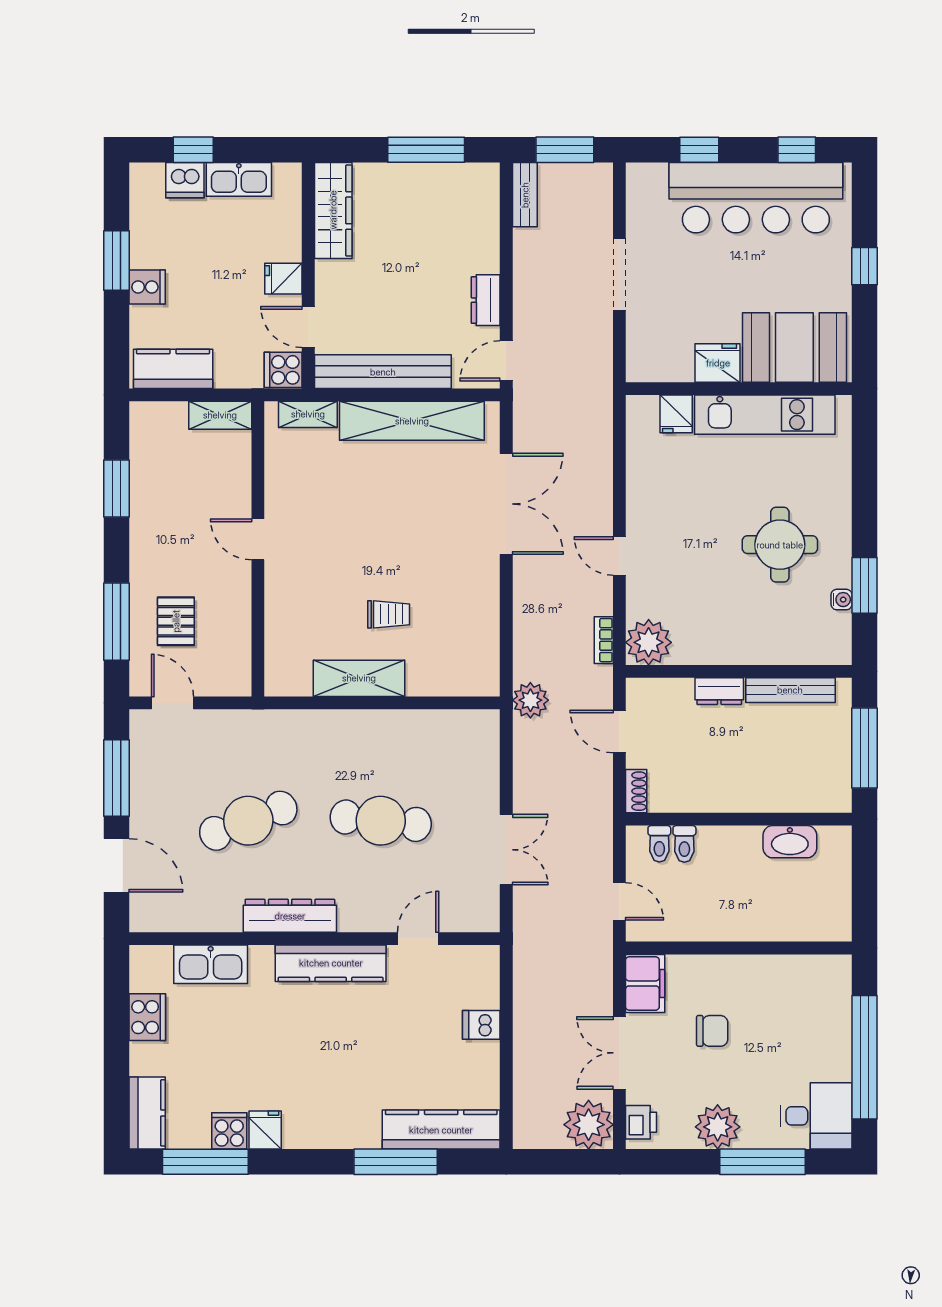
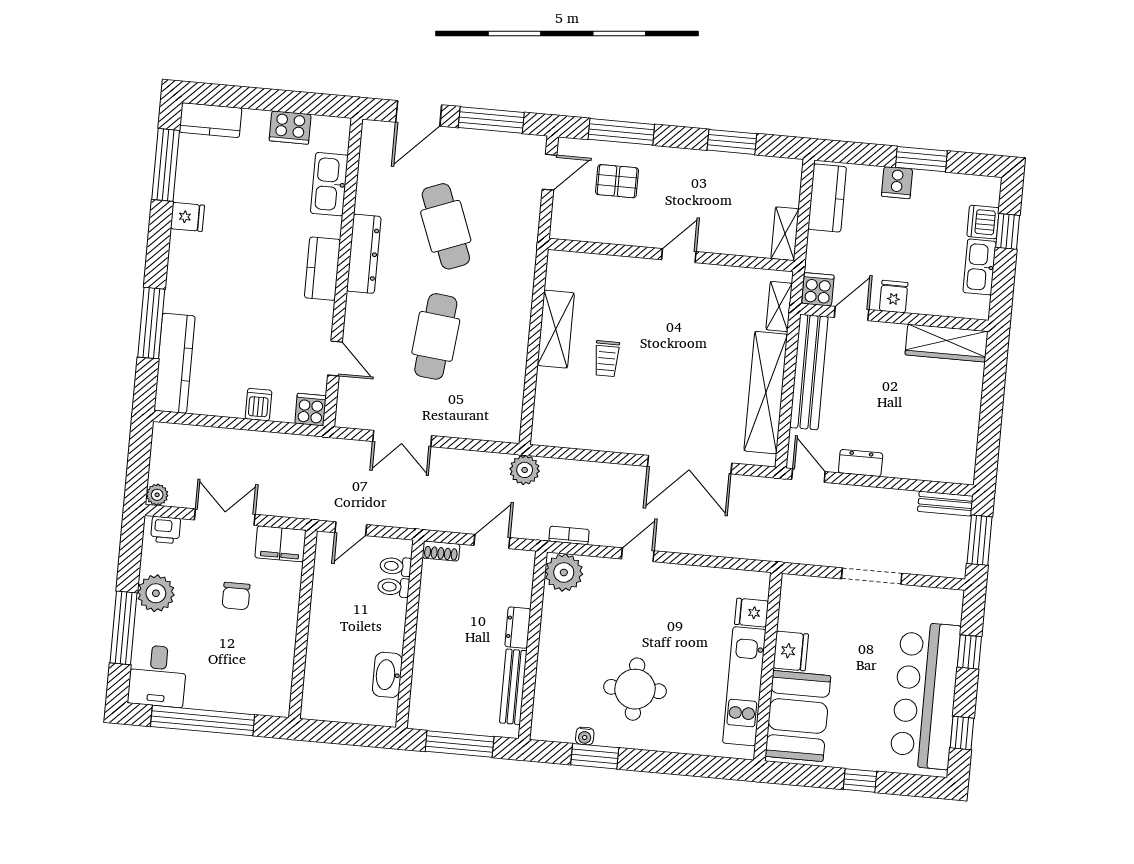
window: (426, 150) -> (990, 425), removed
kitchen counter: (331, 963) -> (322, 269), width x0.67
plant: (589, 1125) -> (157, 495), width x0.53, depth x0.53
cooker: (229, 1131) -> (311, 410), moved, turned -90

